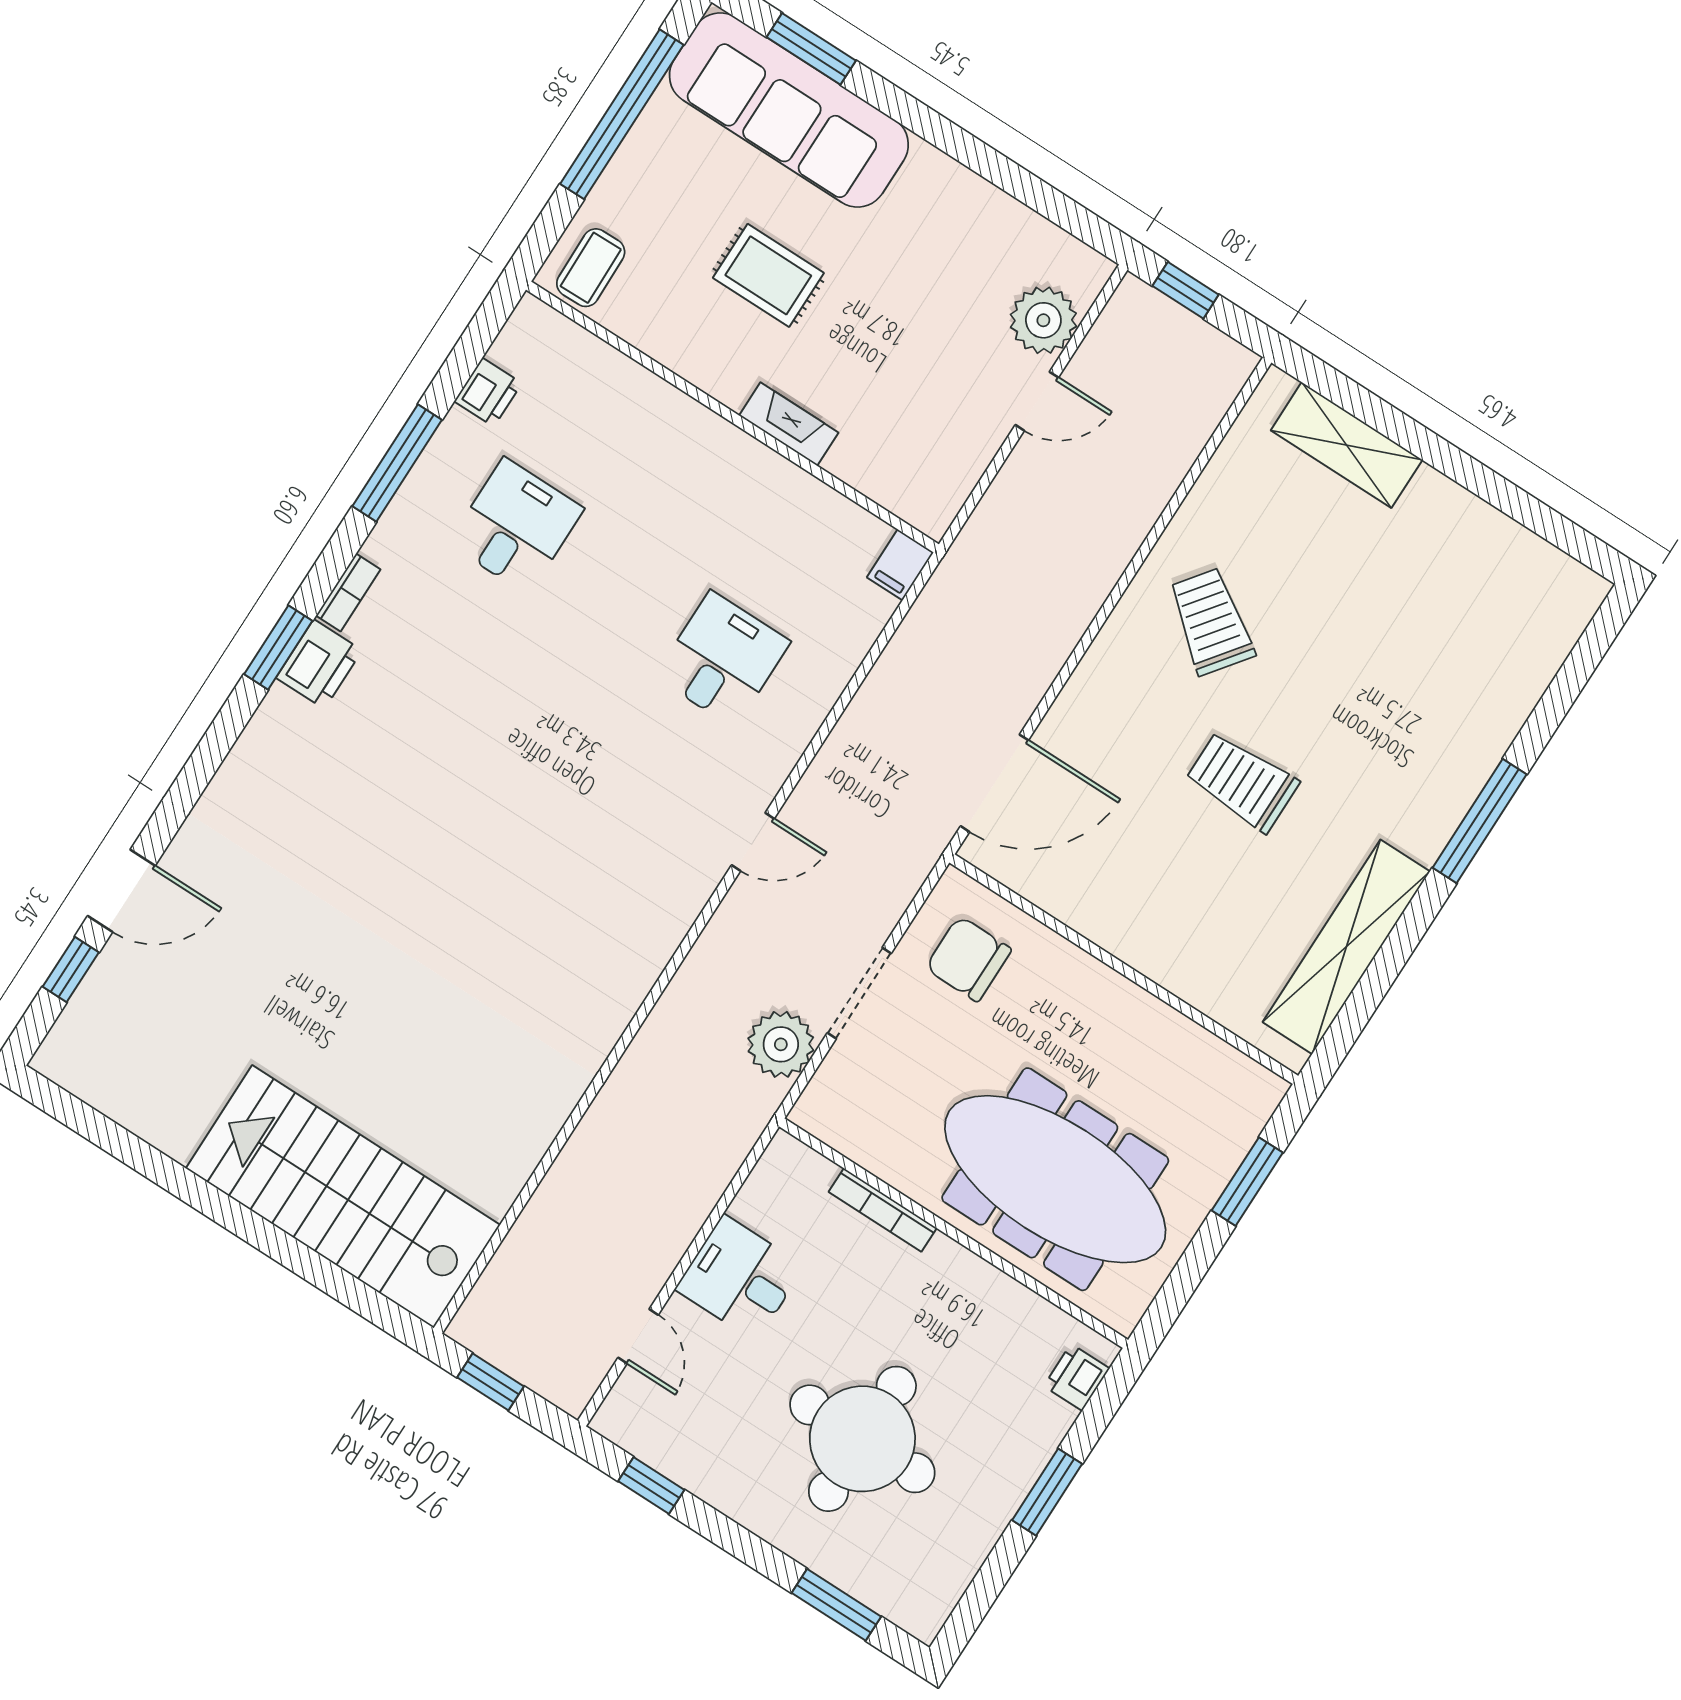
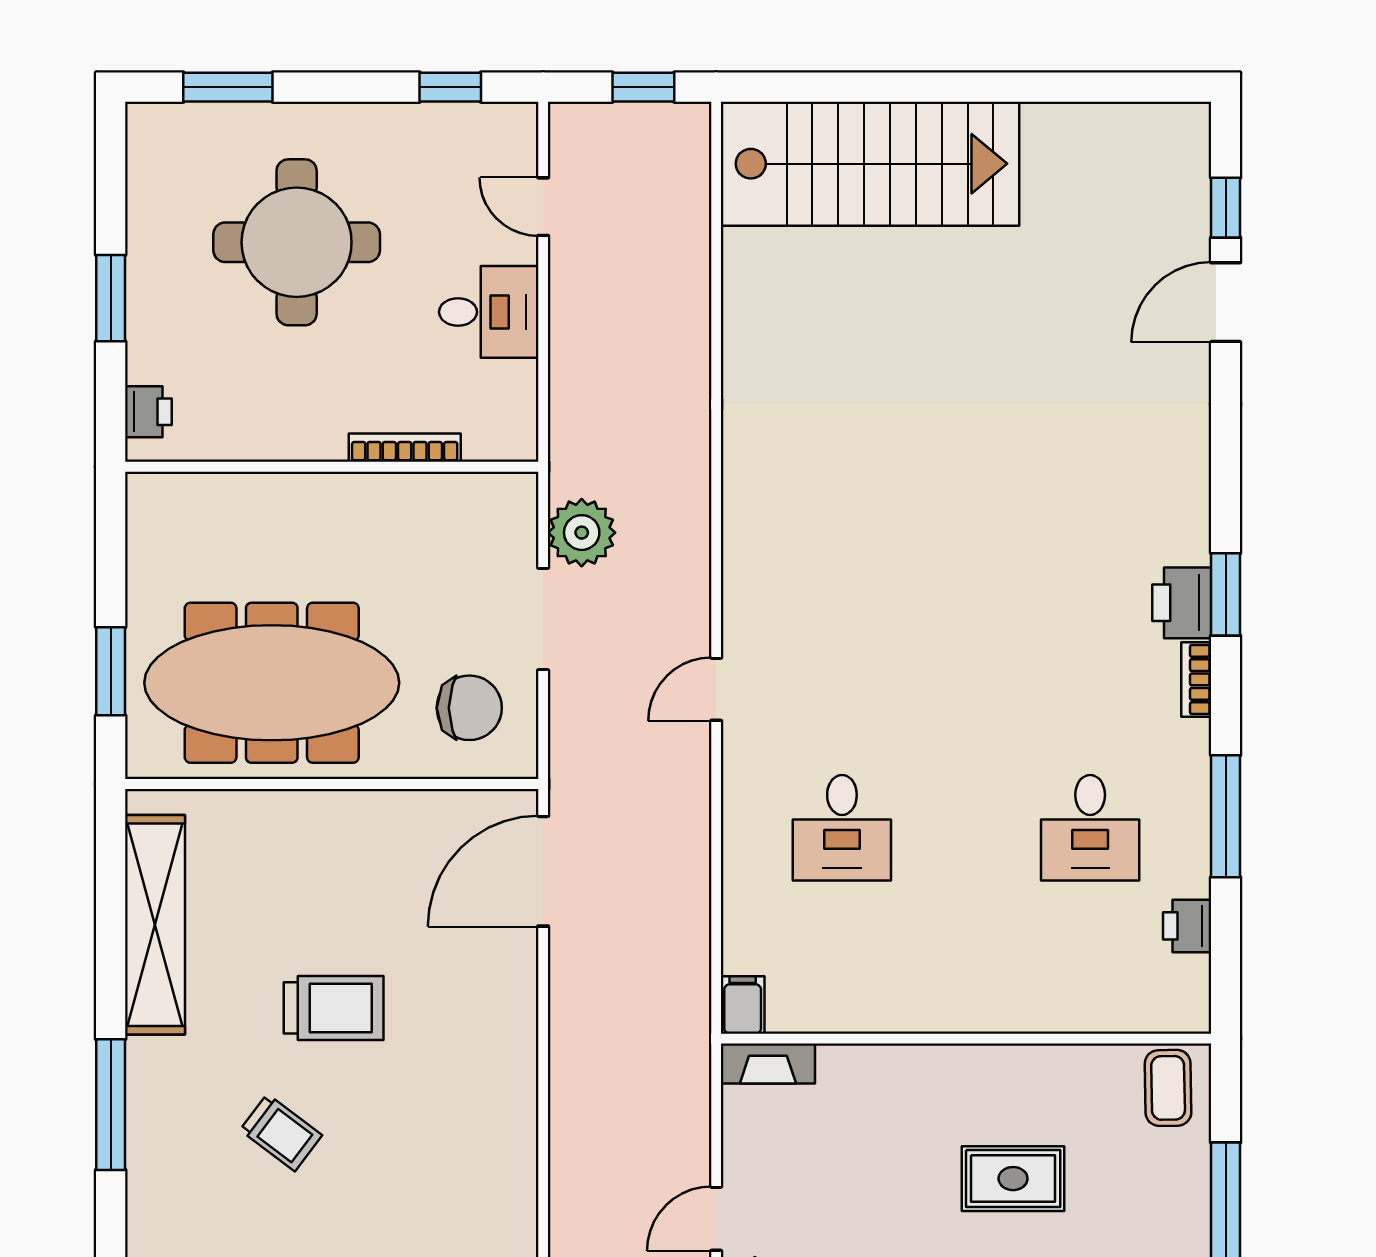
fireplace: (789, 424) -> (768, 1064), moved
trolley: (1211, 621) -> (281, 1133), moved, width x0.73, depth x0.72
meeting table: (1055, 1179) -> (272, 683), moved

